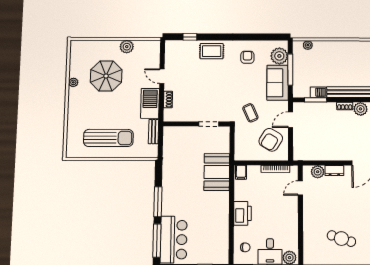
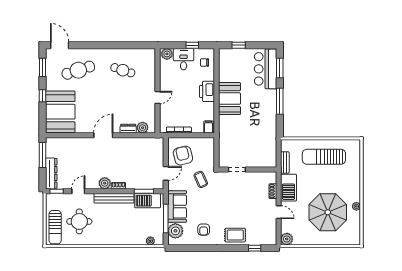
plant: (127, 47) -> (287, 239), moved
parasol: (106, 76) -> (328, 212), width x1.36, depth x1.36
barbecue: (318, 92) -> (148, 201), width x1.88, depth x1.53
armchair: (271, 140) -> (183, 156), turned -46
booth: (217, 172) -> (229, 99), moved
door: (300, 188) -> (158, 97), moved
window: (157, 241) -> (280, 68), width x0.69

